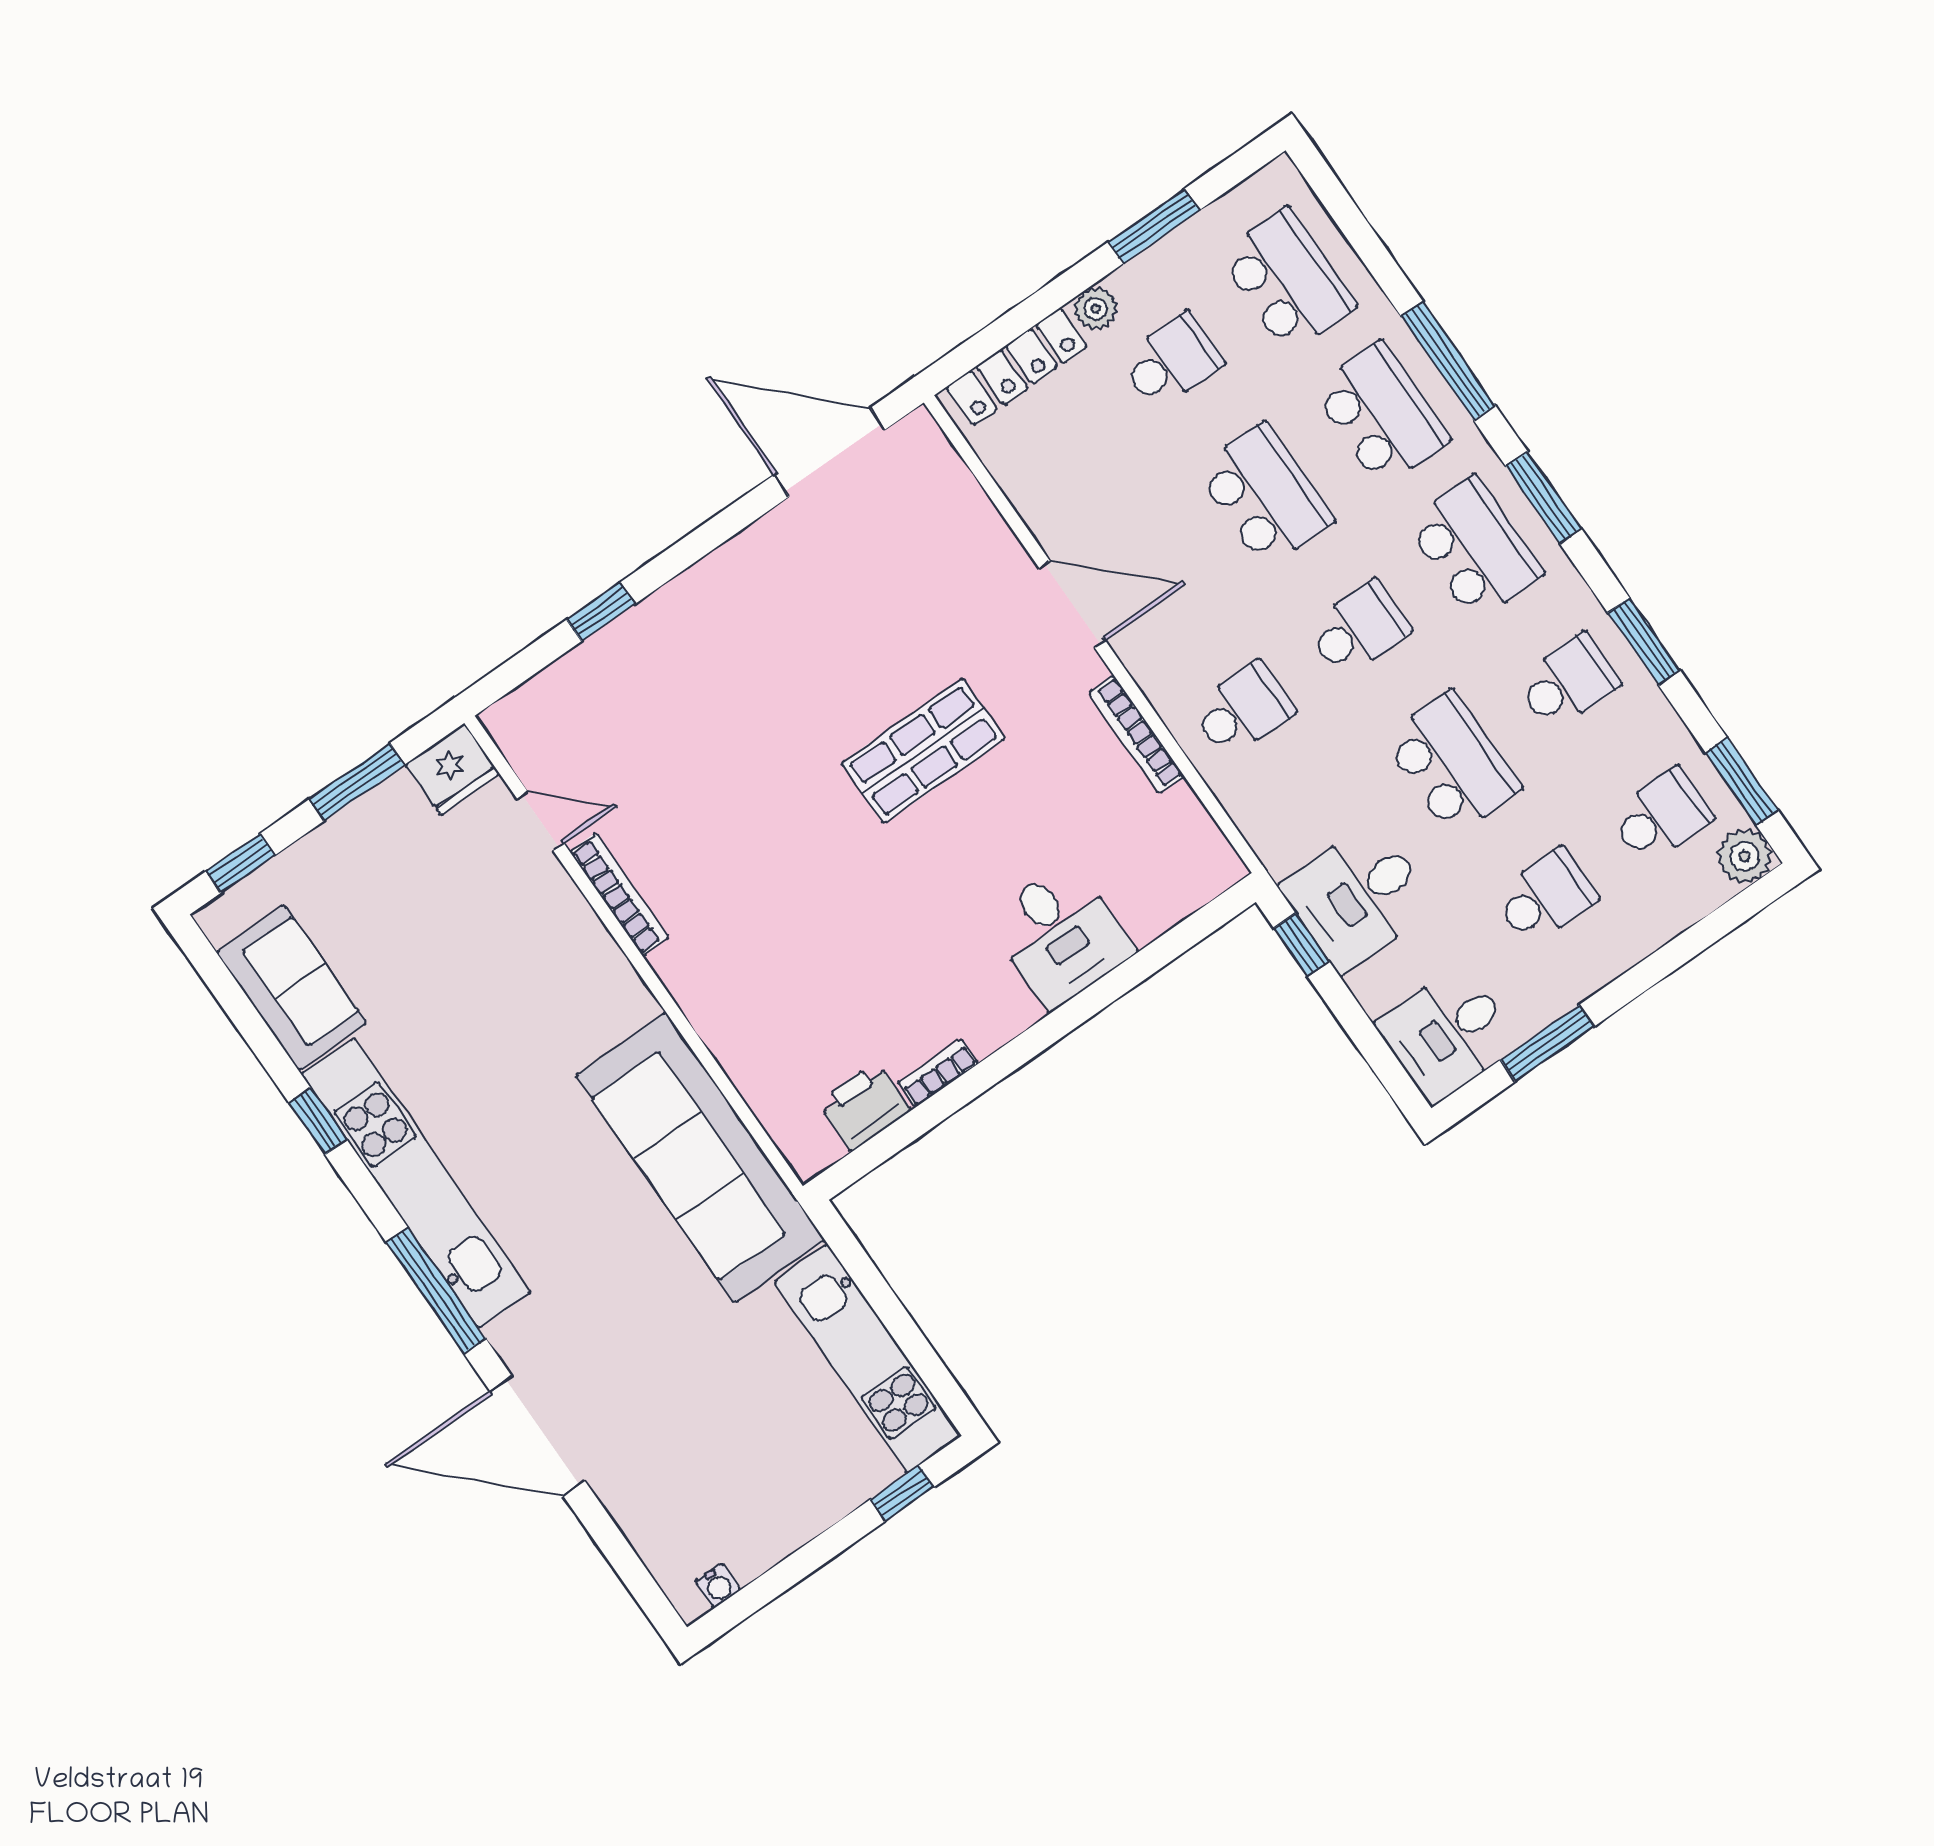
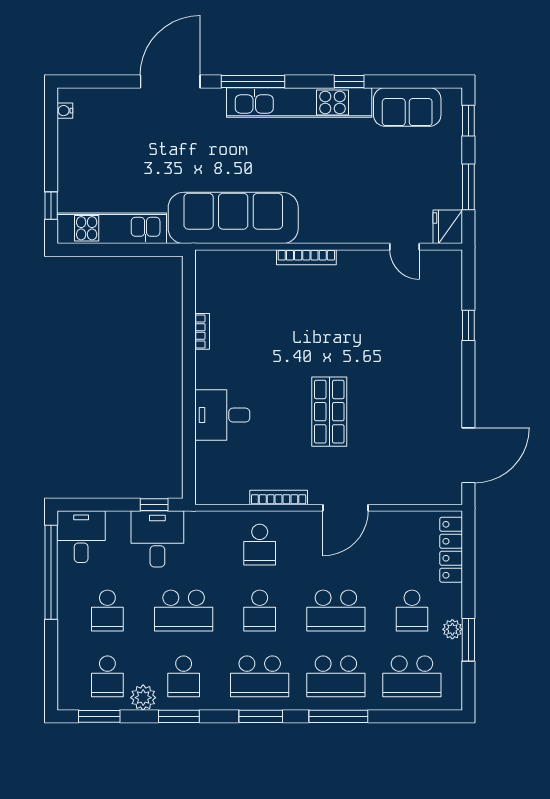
plant: (1096, 308) -> (452, 629), moved
door: (541, 821) -> (404, 247), hinge flipped
plant: (1745, 856) -> (143, 698), moved
bookcase: (619, 894) -> (306, 257), moved
window: (1547, 1043) -> (51, 572), width x2.11
printer: (864, 1106) -> (209, 294), removed

